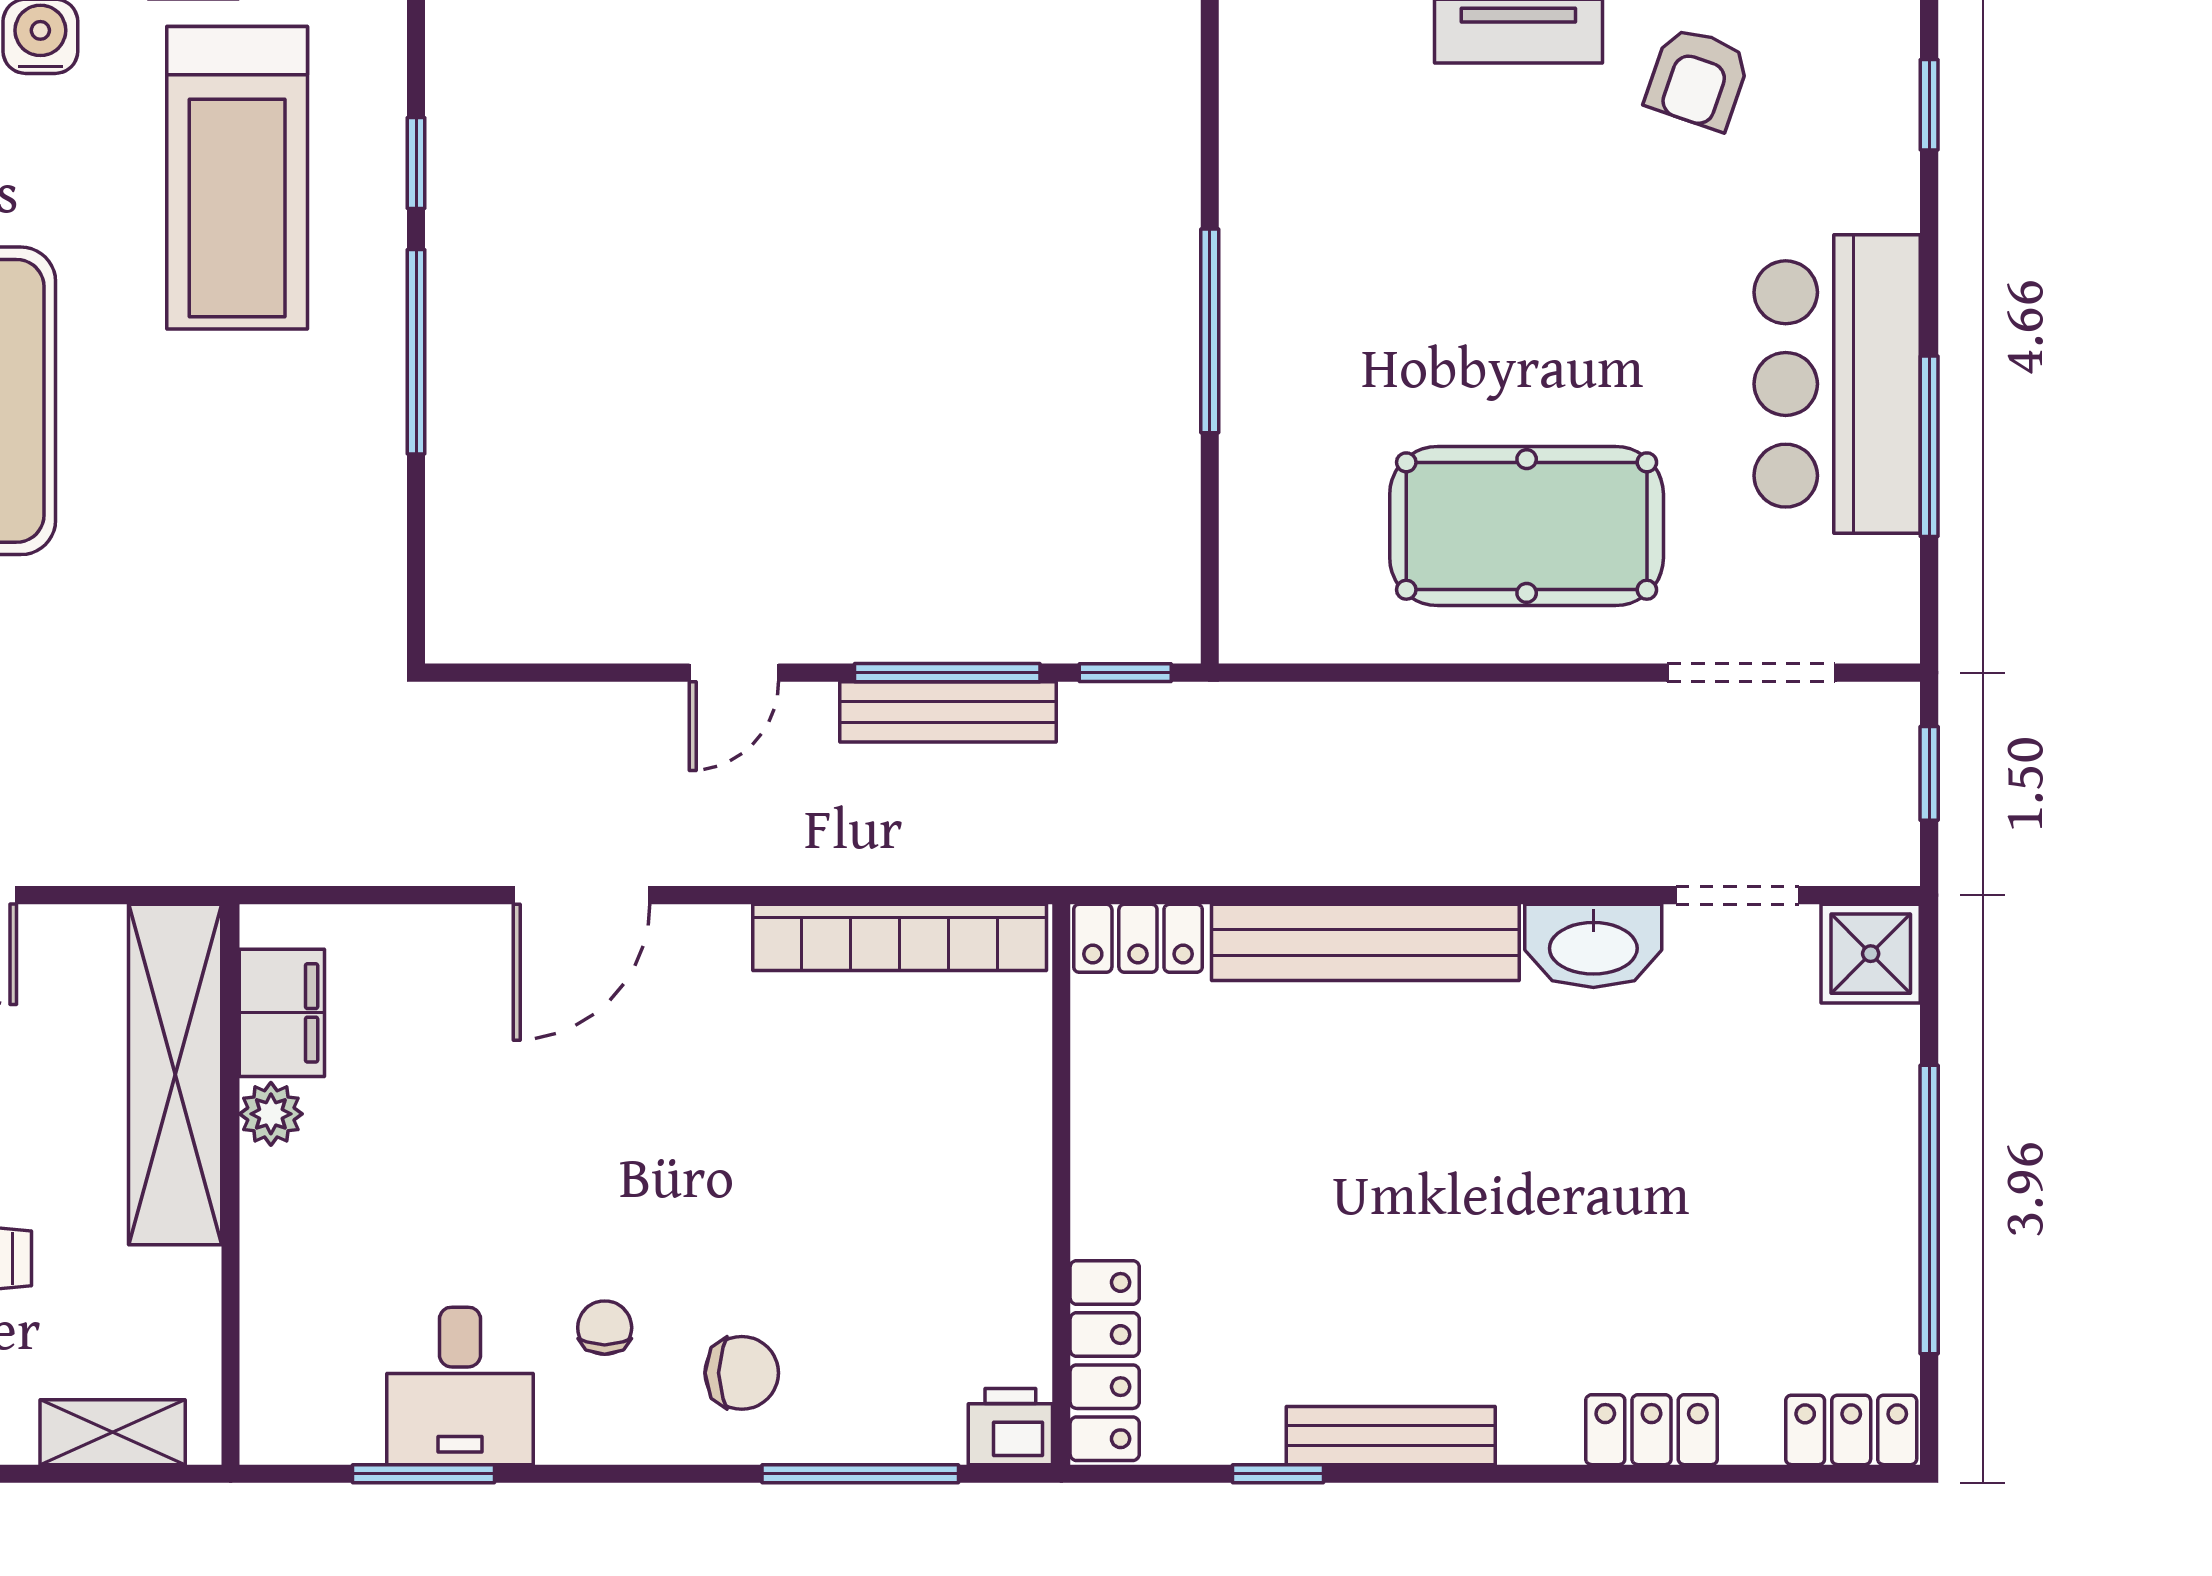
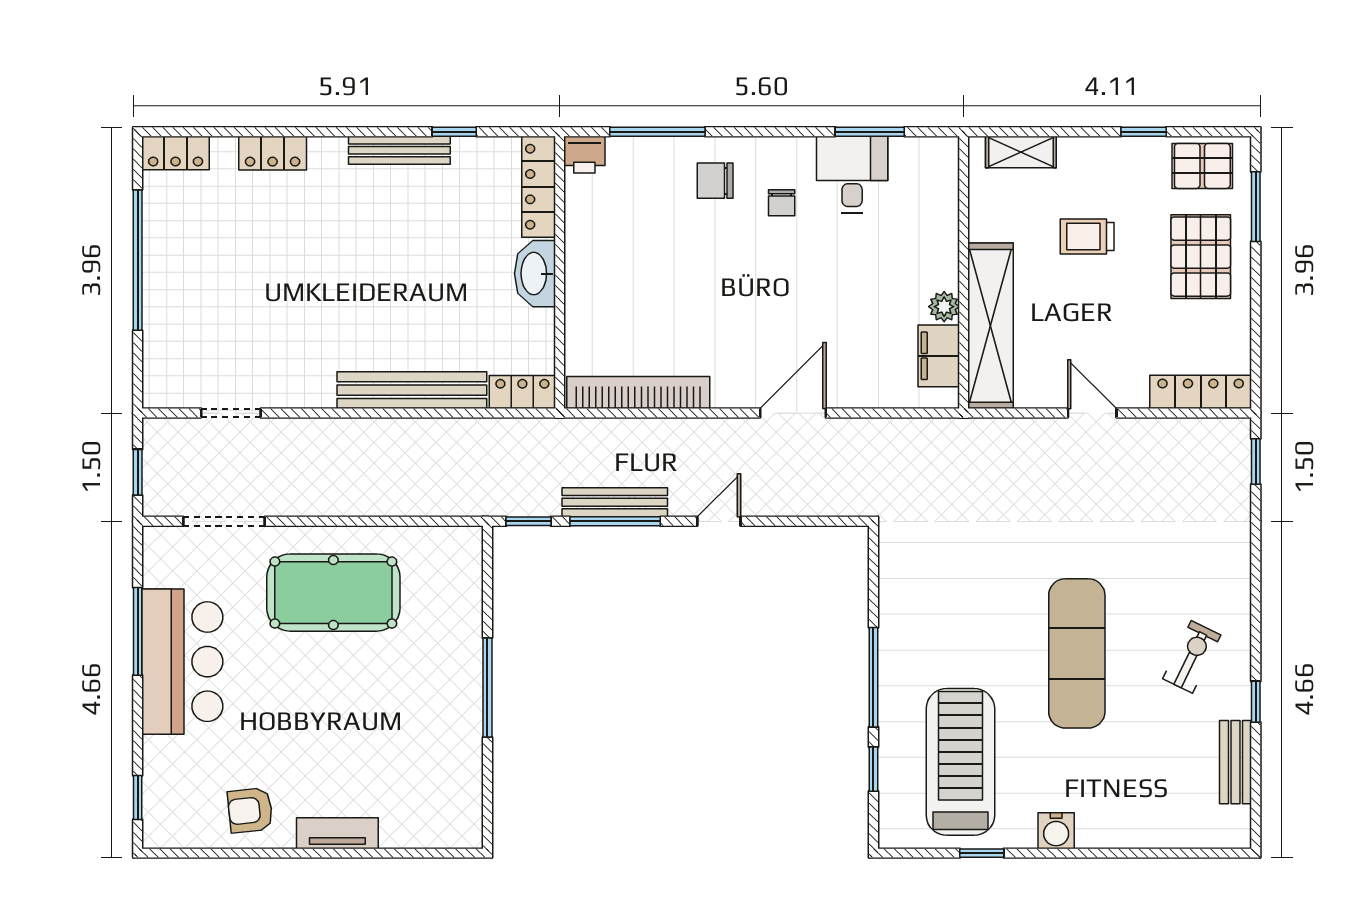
armchair: (1698, 78) -> (250, 810), turned -115
washbasin: (1593, 946) -> (535, 274), moved, turned -90
shower: (1871, 954) -> (166, 385), removed

